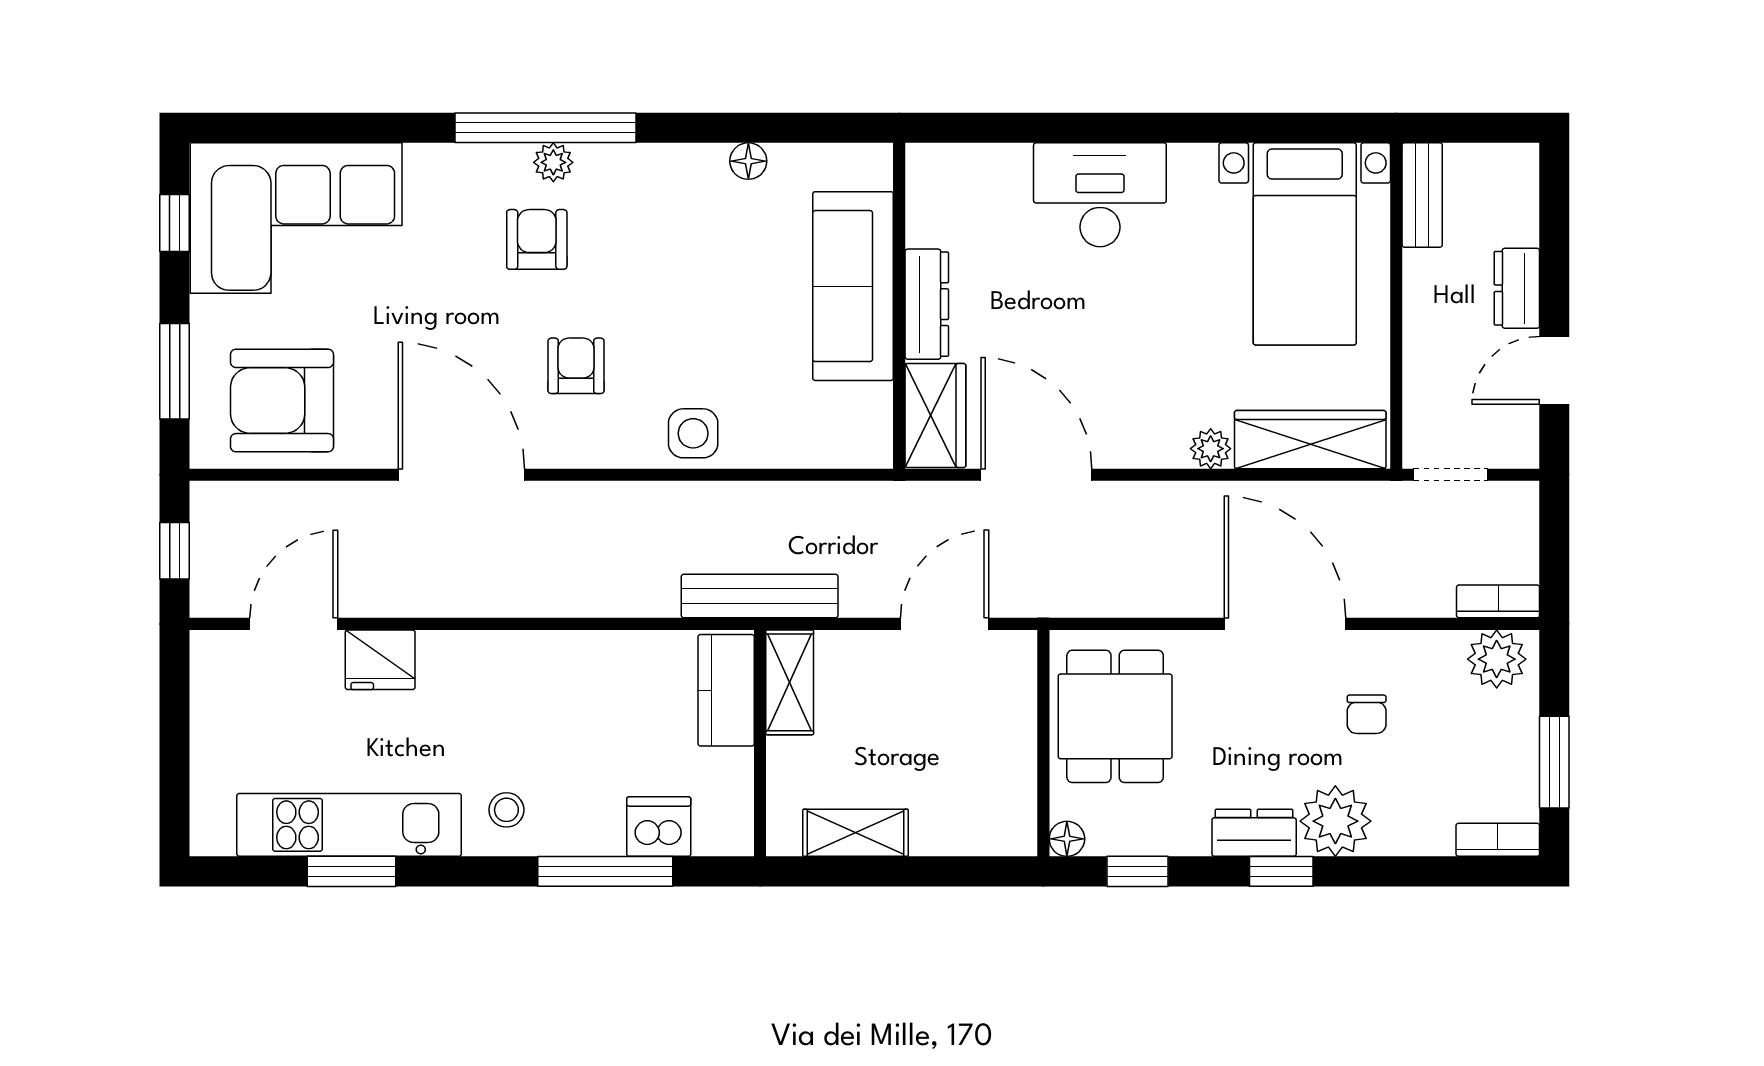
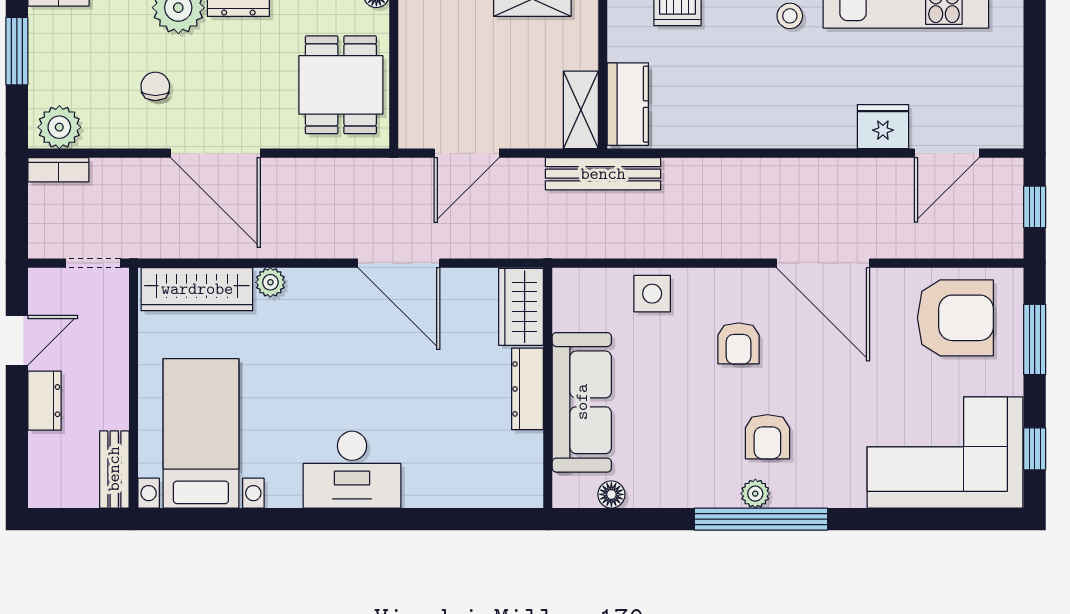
sofa: (853, 286) -> (582, 402), moved
dresser: (927, 304) -> (527, 389), moved
wall: (899, 306) -> (548, 388), moved
wardrobe: (935, 415) -> (521, 307), moved

